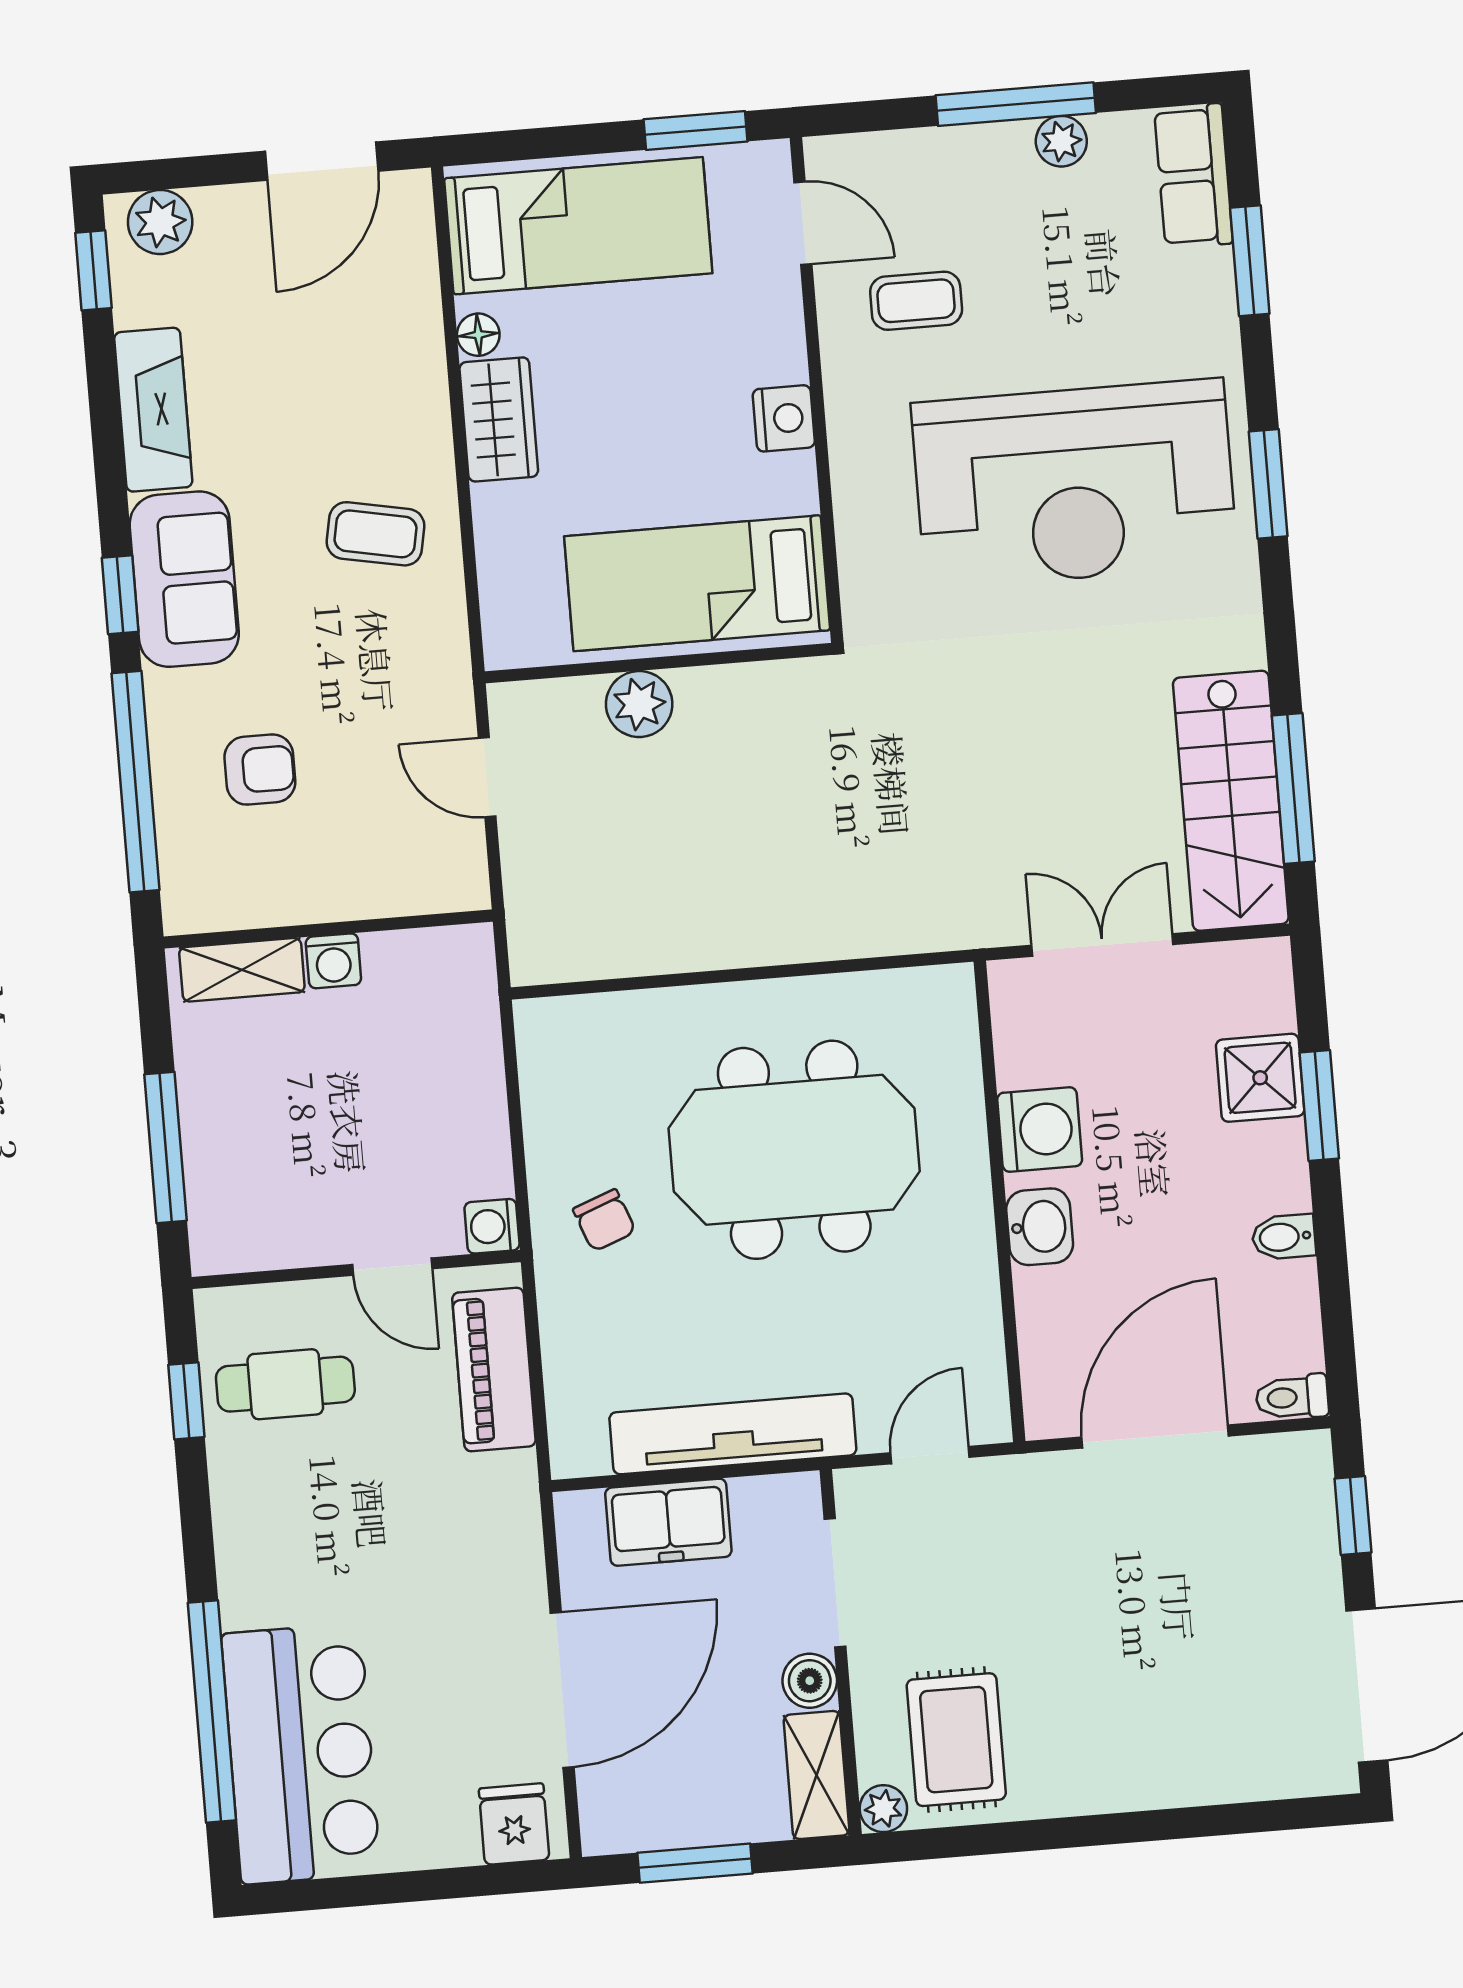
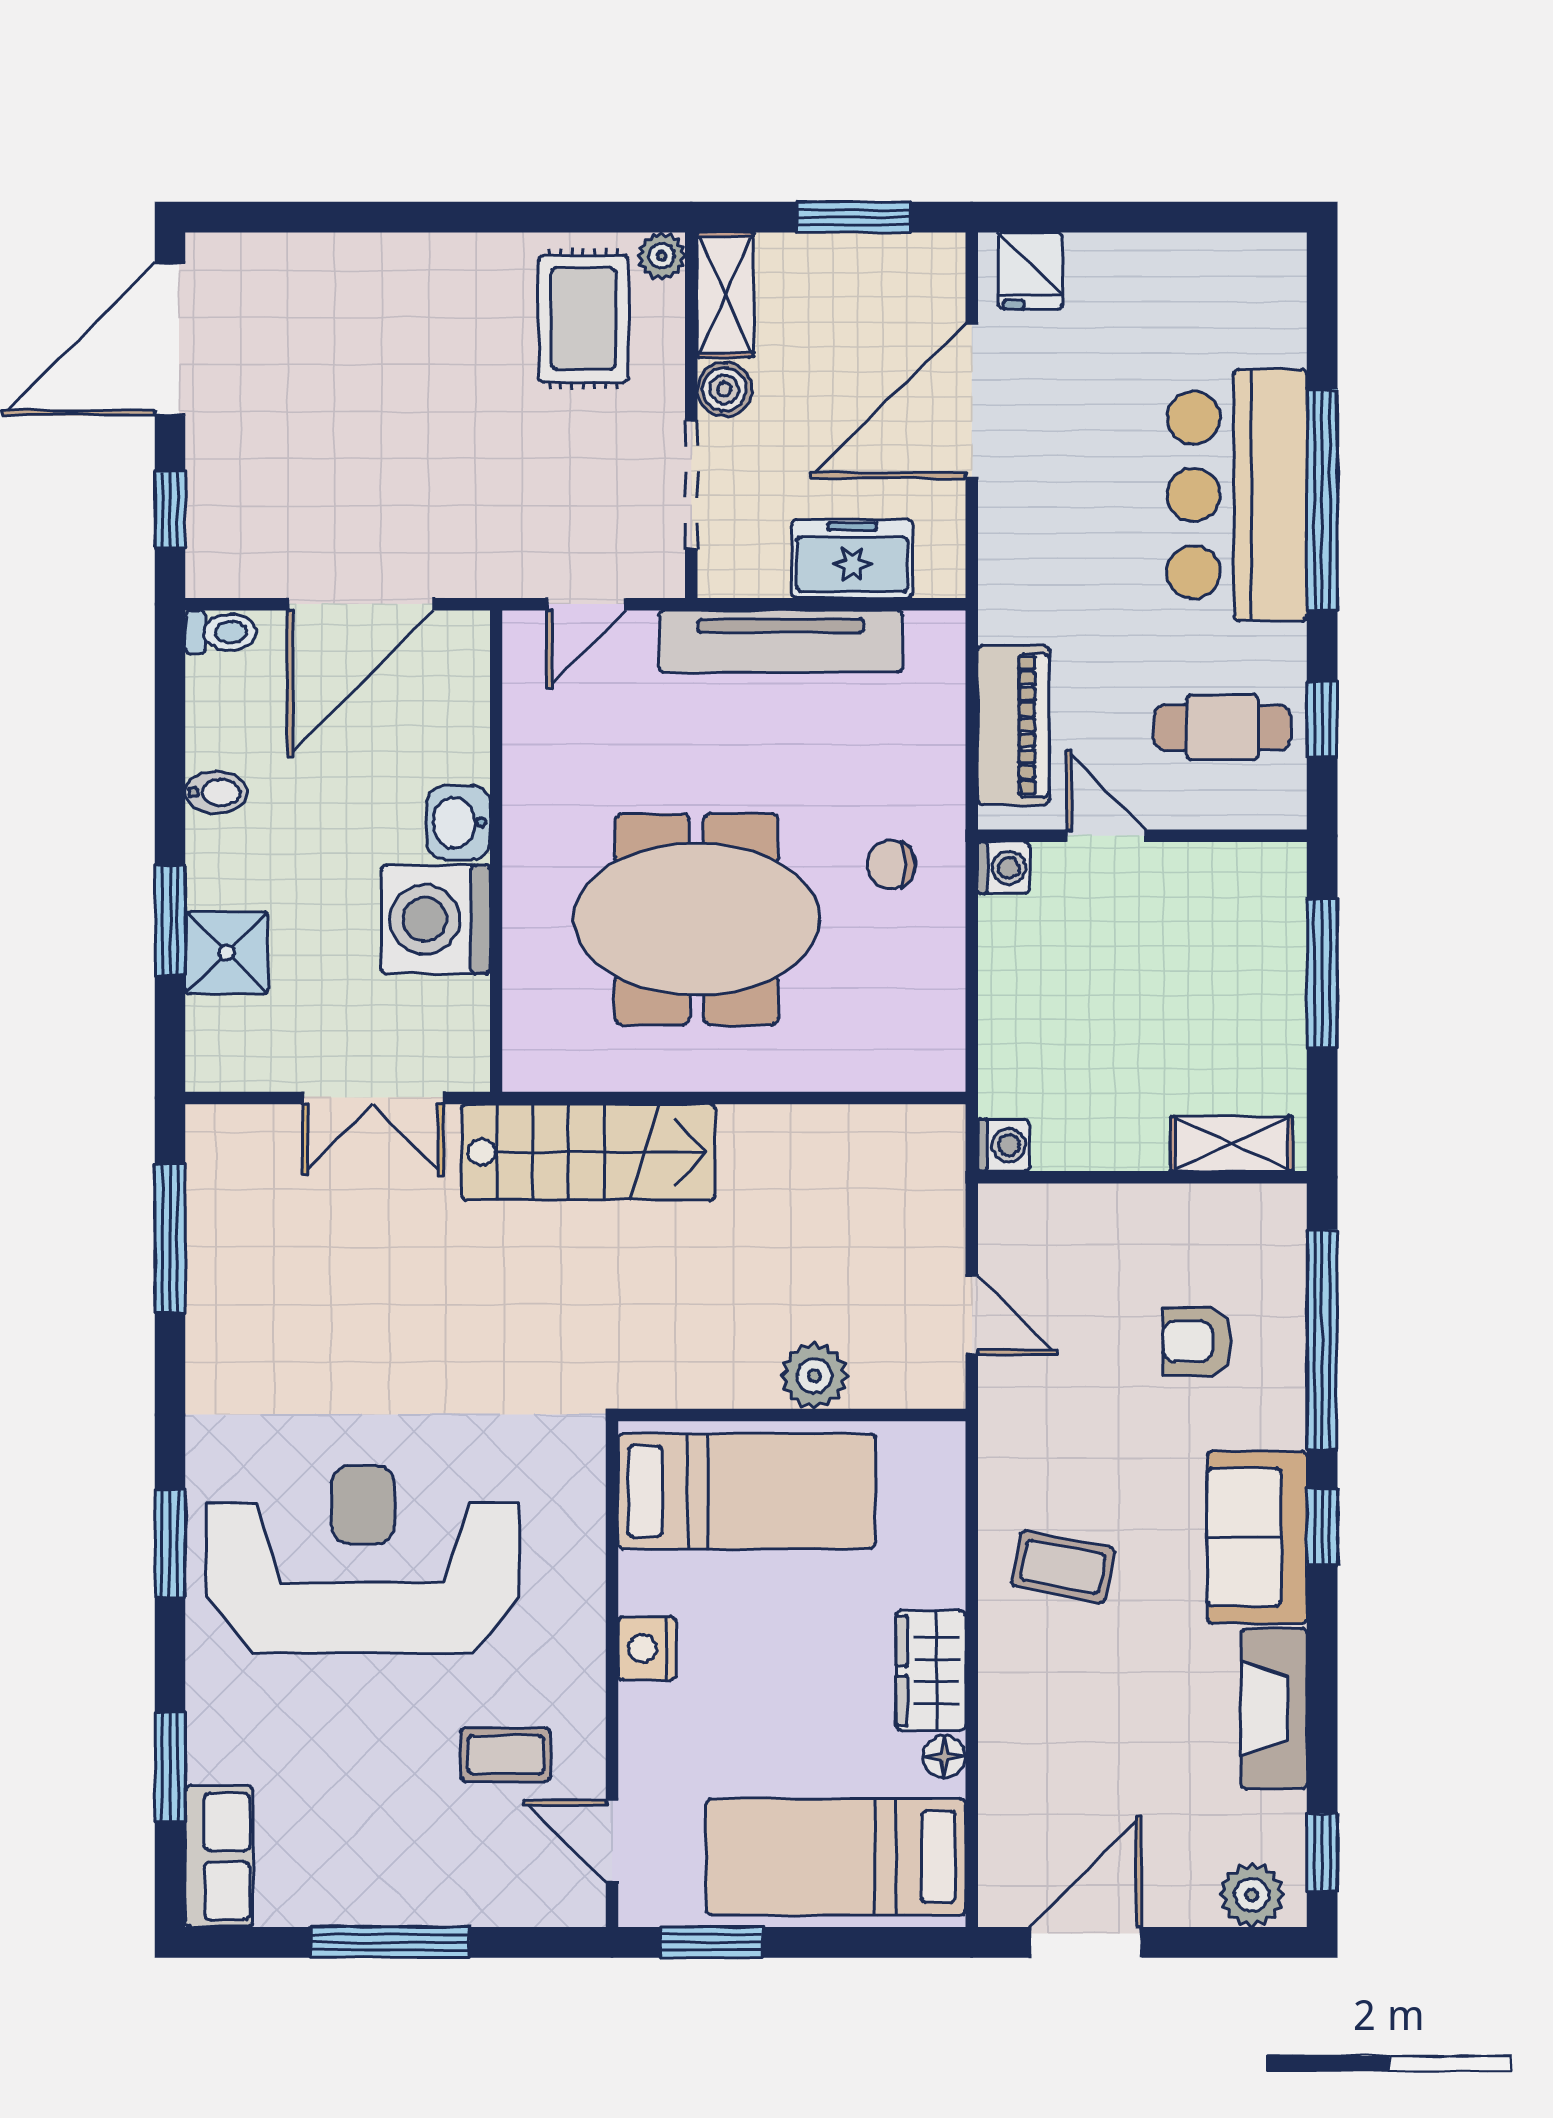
plant: (1061, 141) -> (348, 1902), removed
stairs: (1231, 801) -> (588, 1152), moved, turned 90
washing machine: (333, 961) -> (1004, 1145), moved, turned 90
washing machine: (1040, 1129) -> (436, 919), width x1.37, depth x1.37
chair: (604, 1220) -> (891, 865), turned -69
window: (212, 1712) -> (1322, 500), moved
bar counter: (301, 1754) -> (1237, 495), moved

